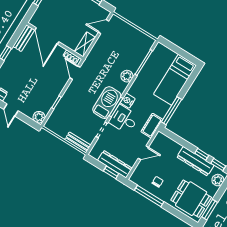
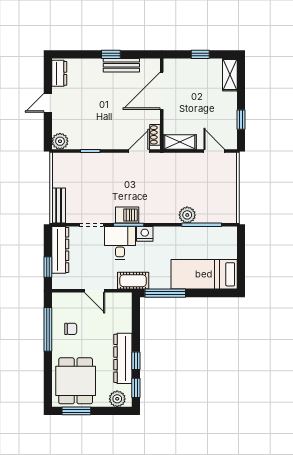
bench: (24, 38) -> (121, 65), moved
plant: (127, 76) -> (187, 215), moved
barbecue: (107, 103) -> (127, 215), width x0.53, depth x0.65
dresser: (115, 164) -> (60, 250), moved

